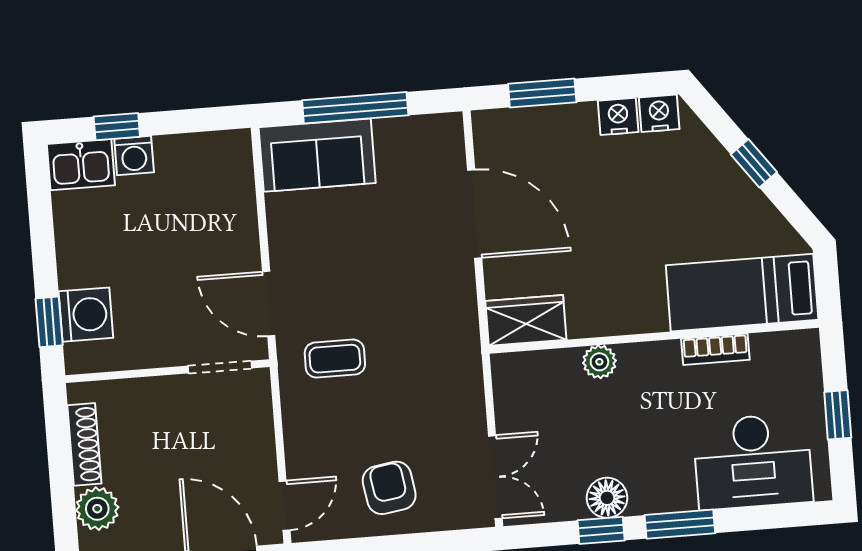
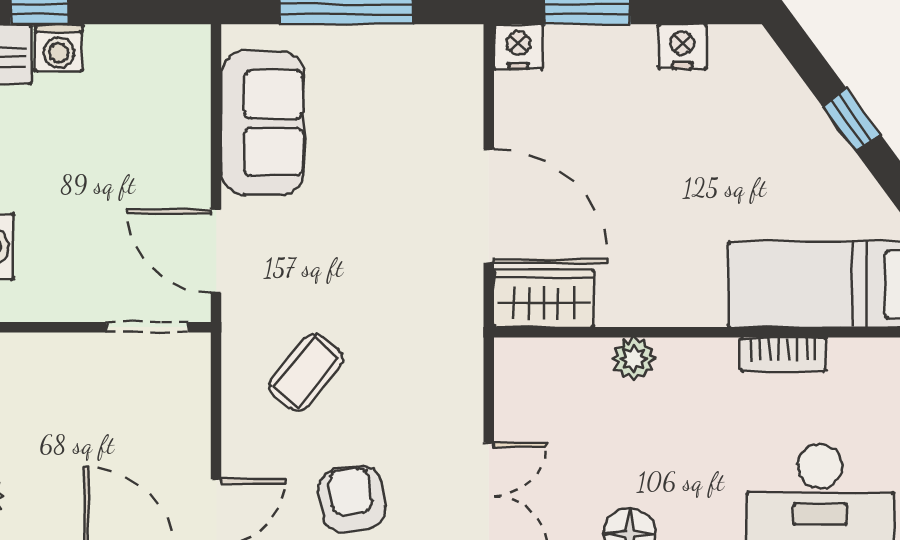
nightstand: (659, 113) -> (518, 47), moved
sofa: (317, 155) -> (263, 123), moved, turned -90
door: (475, 214) -> (489, 206), moved
coffee table: (335, 359) -> (306, 373), moved, turned -51

